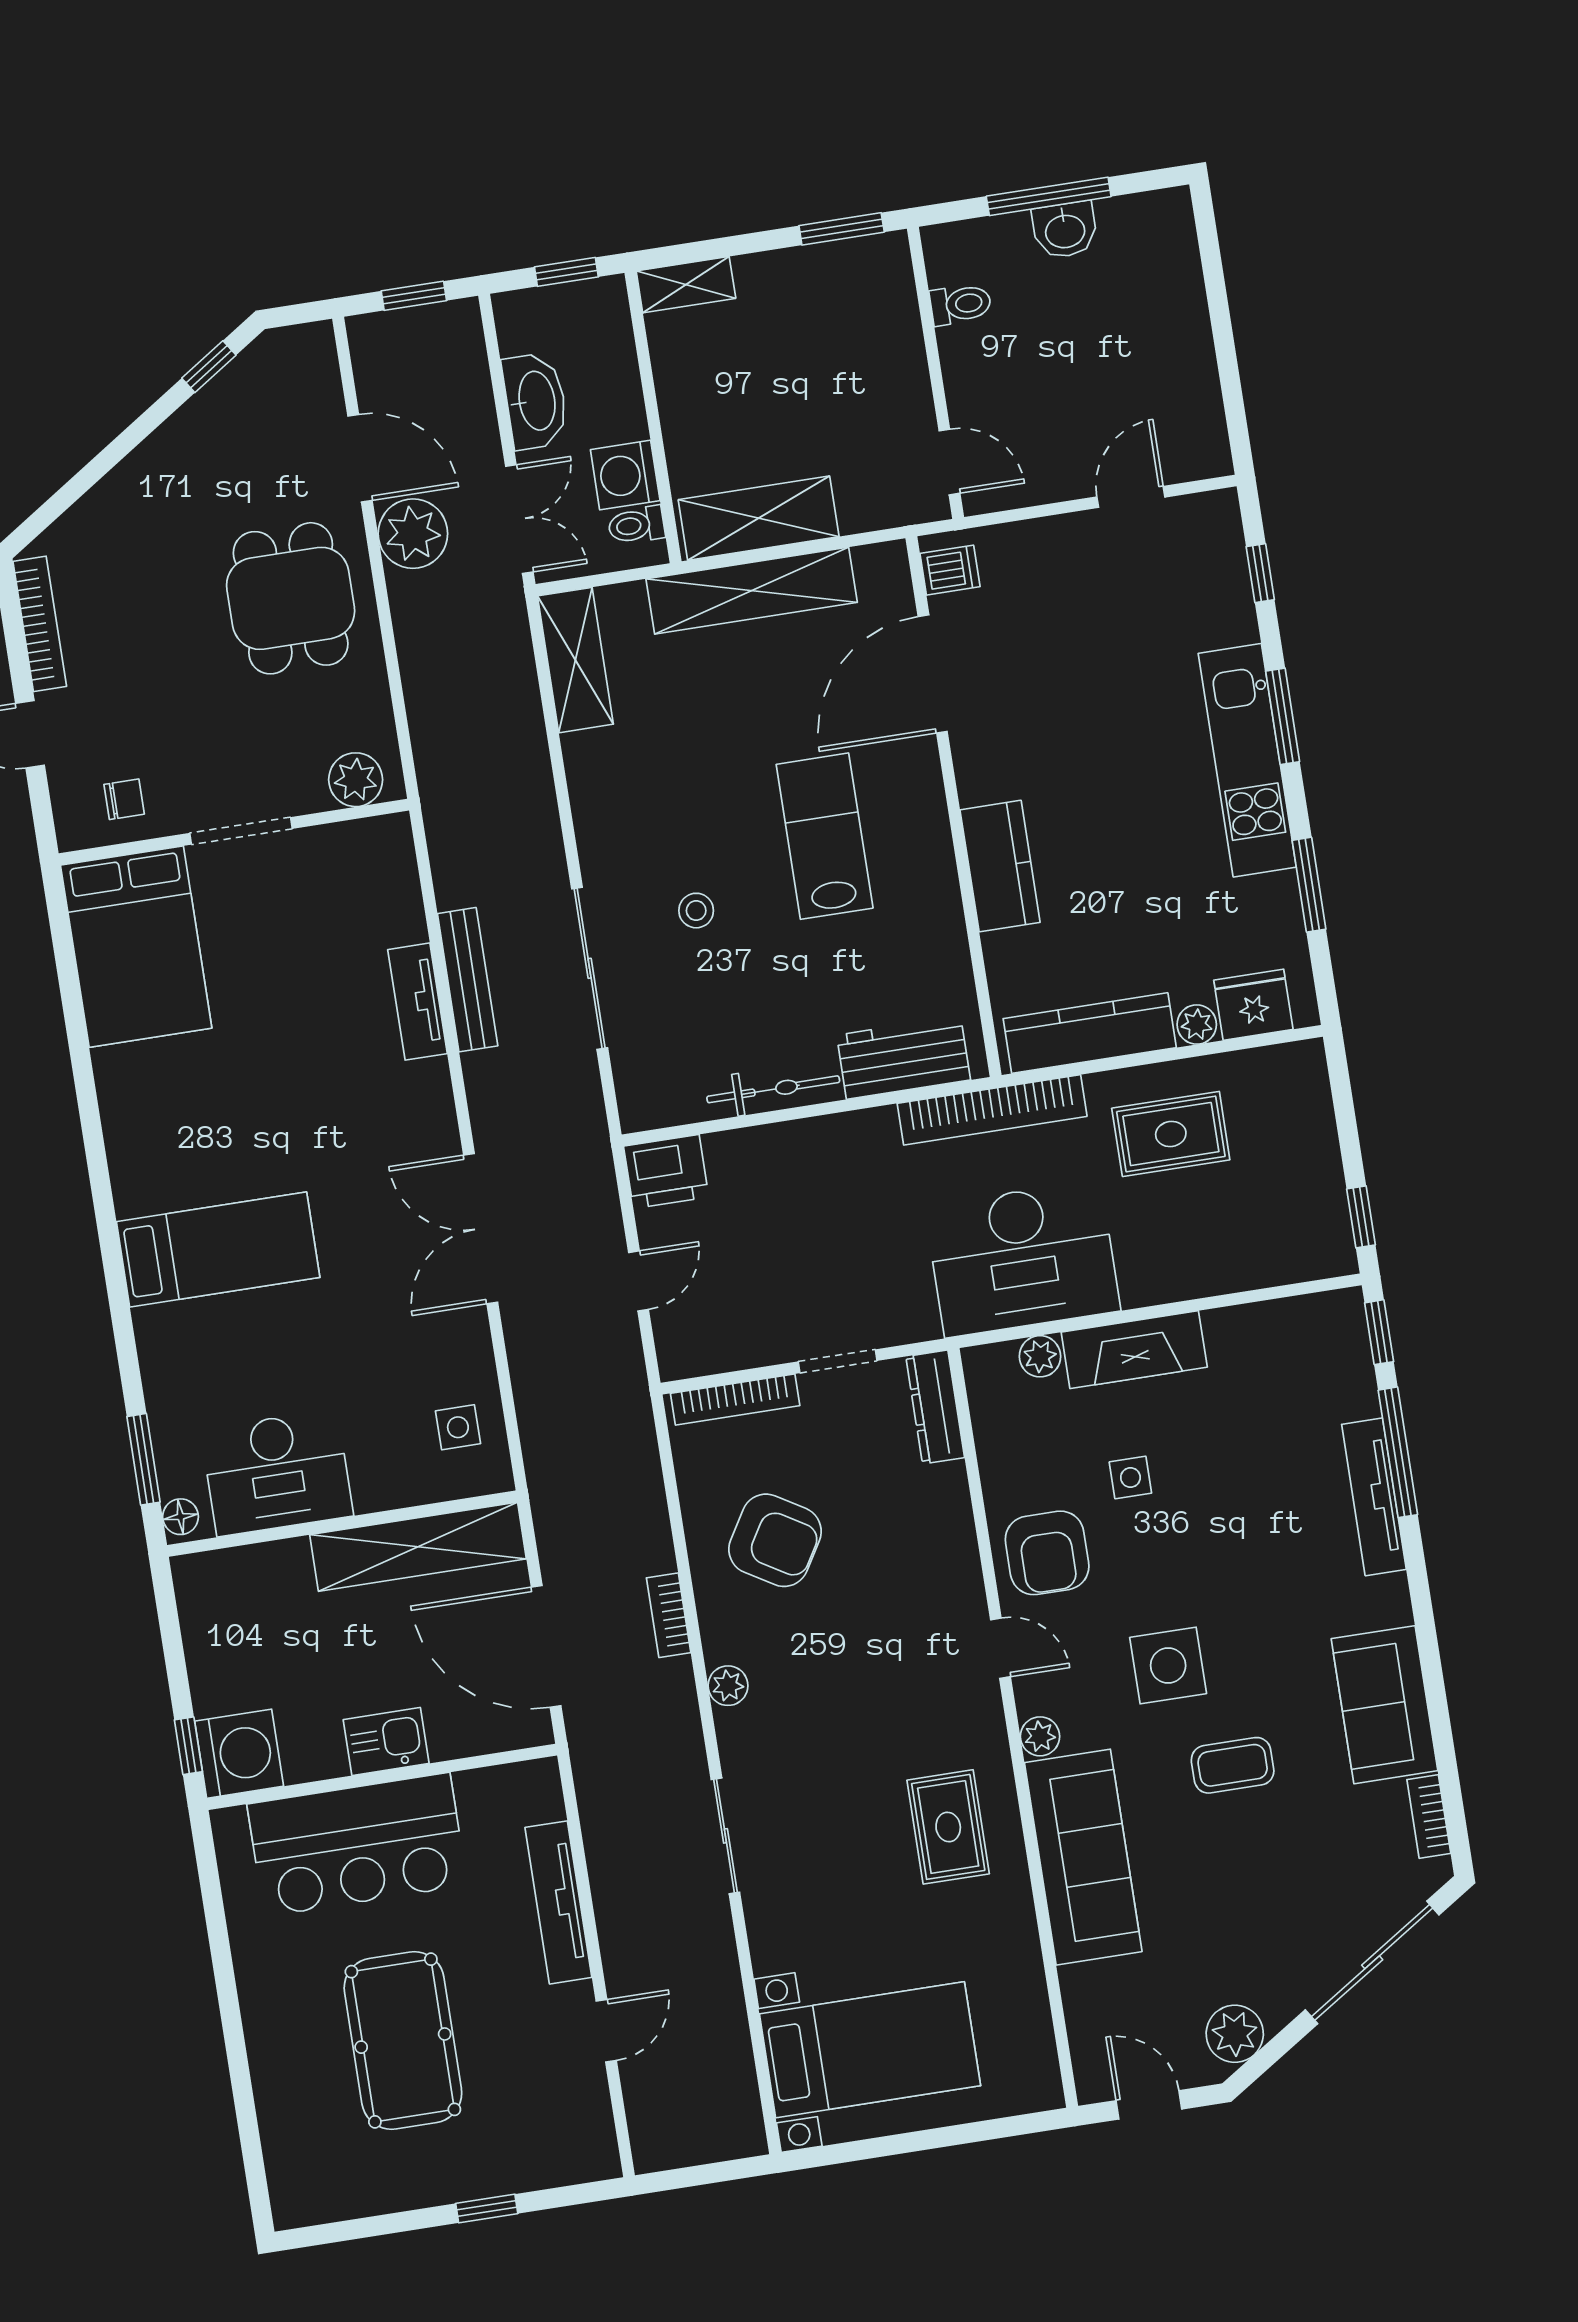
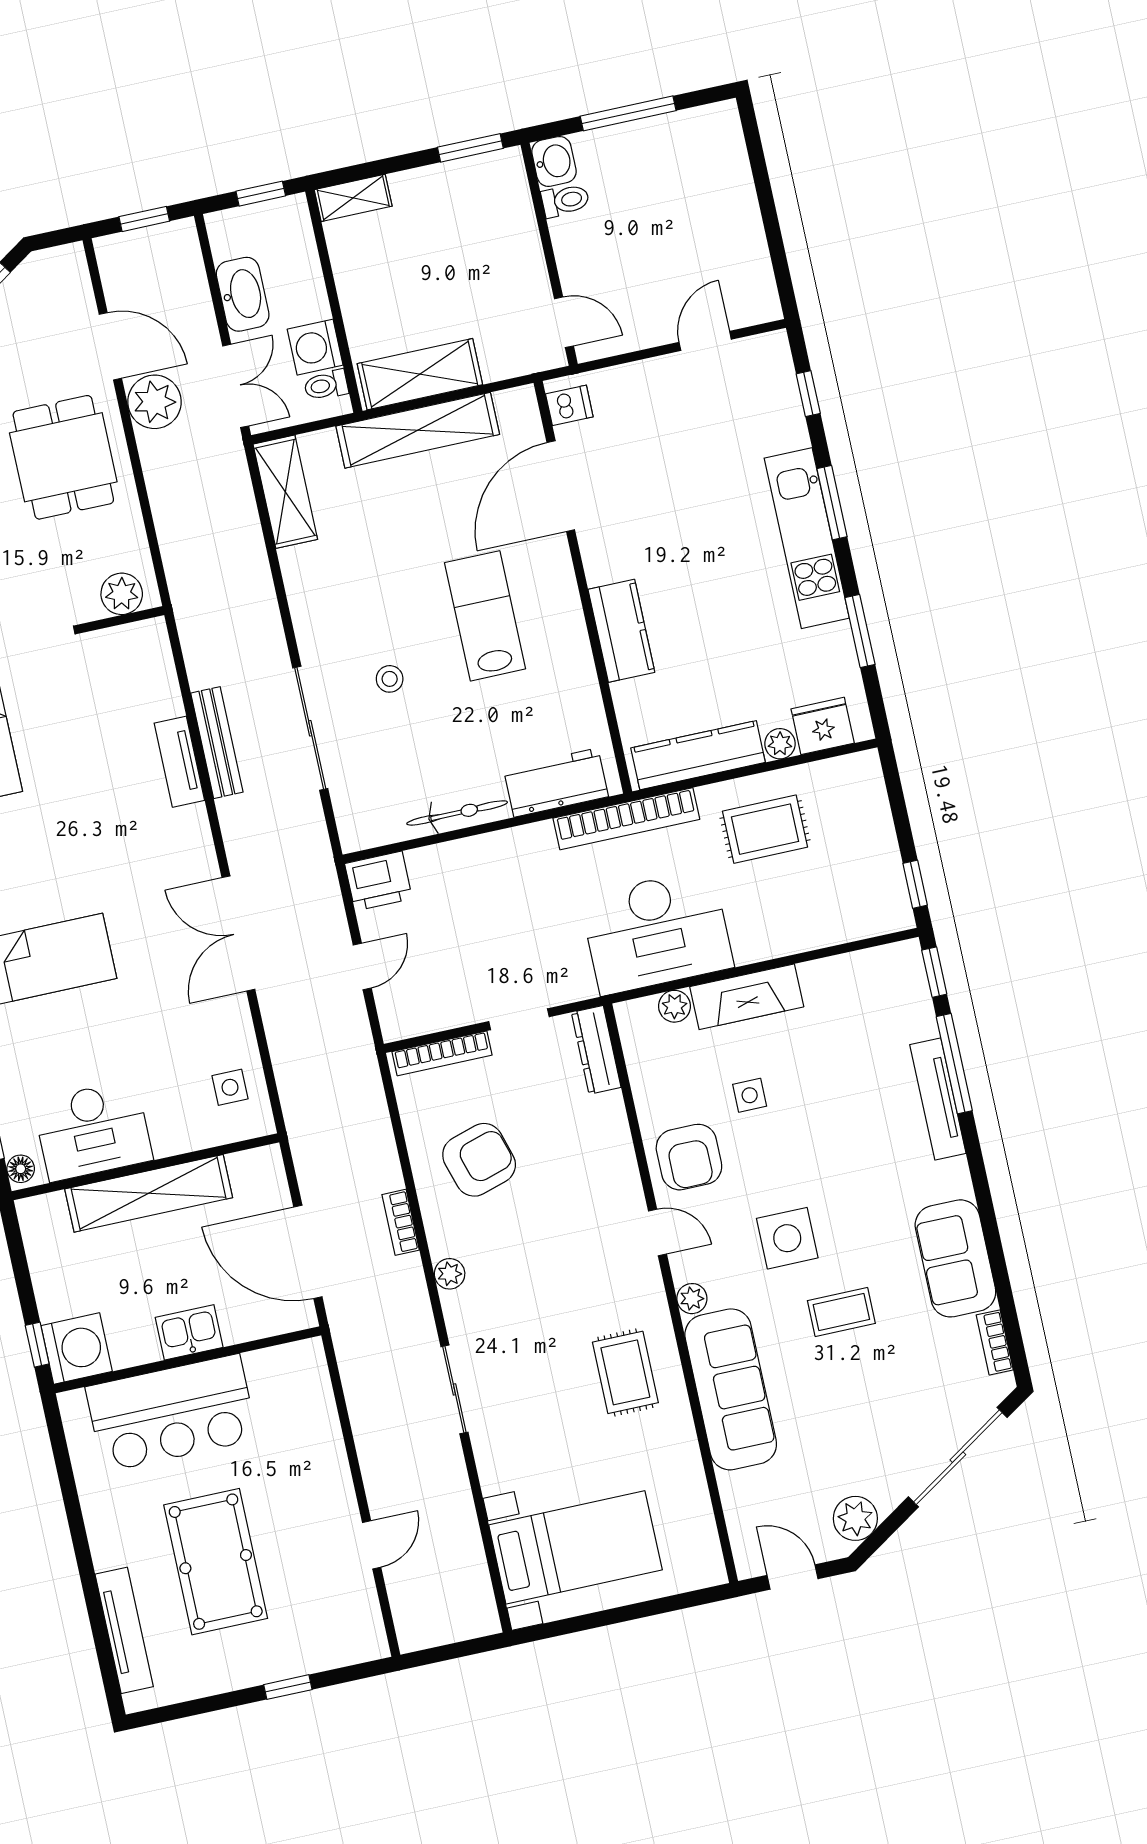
washbasin: (1065, 230) -> (554, 161), moved, turned -90
armchair: (775, 1540) -> (479, 1160), turned -48
shelving: (418, 1547) -> (149, 1193), moved
tv unit: (558, 1902) -> (124, 1630), moved, turned 180

